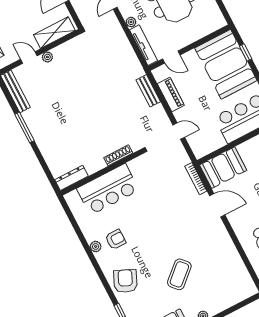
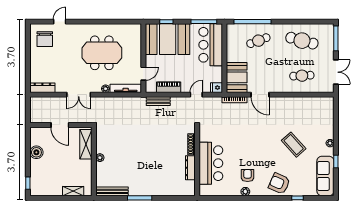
door: (29, 58) -> (94, 170), removed
fridge: (199, 150) -> (217, 88), added
dresser: (72, 178) -> (190, 168), moved
door: (217, 205) -> (260, 95), swing flipped

